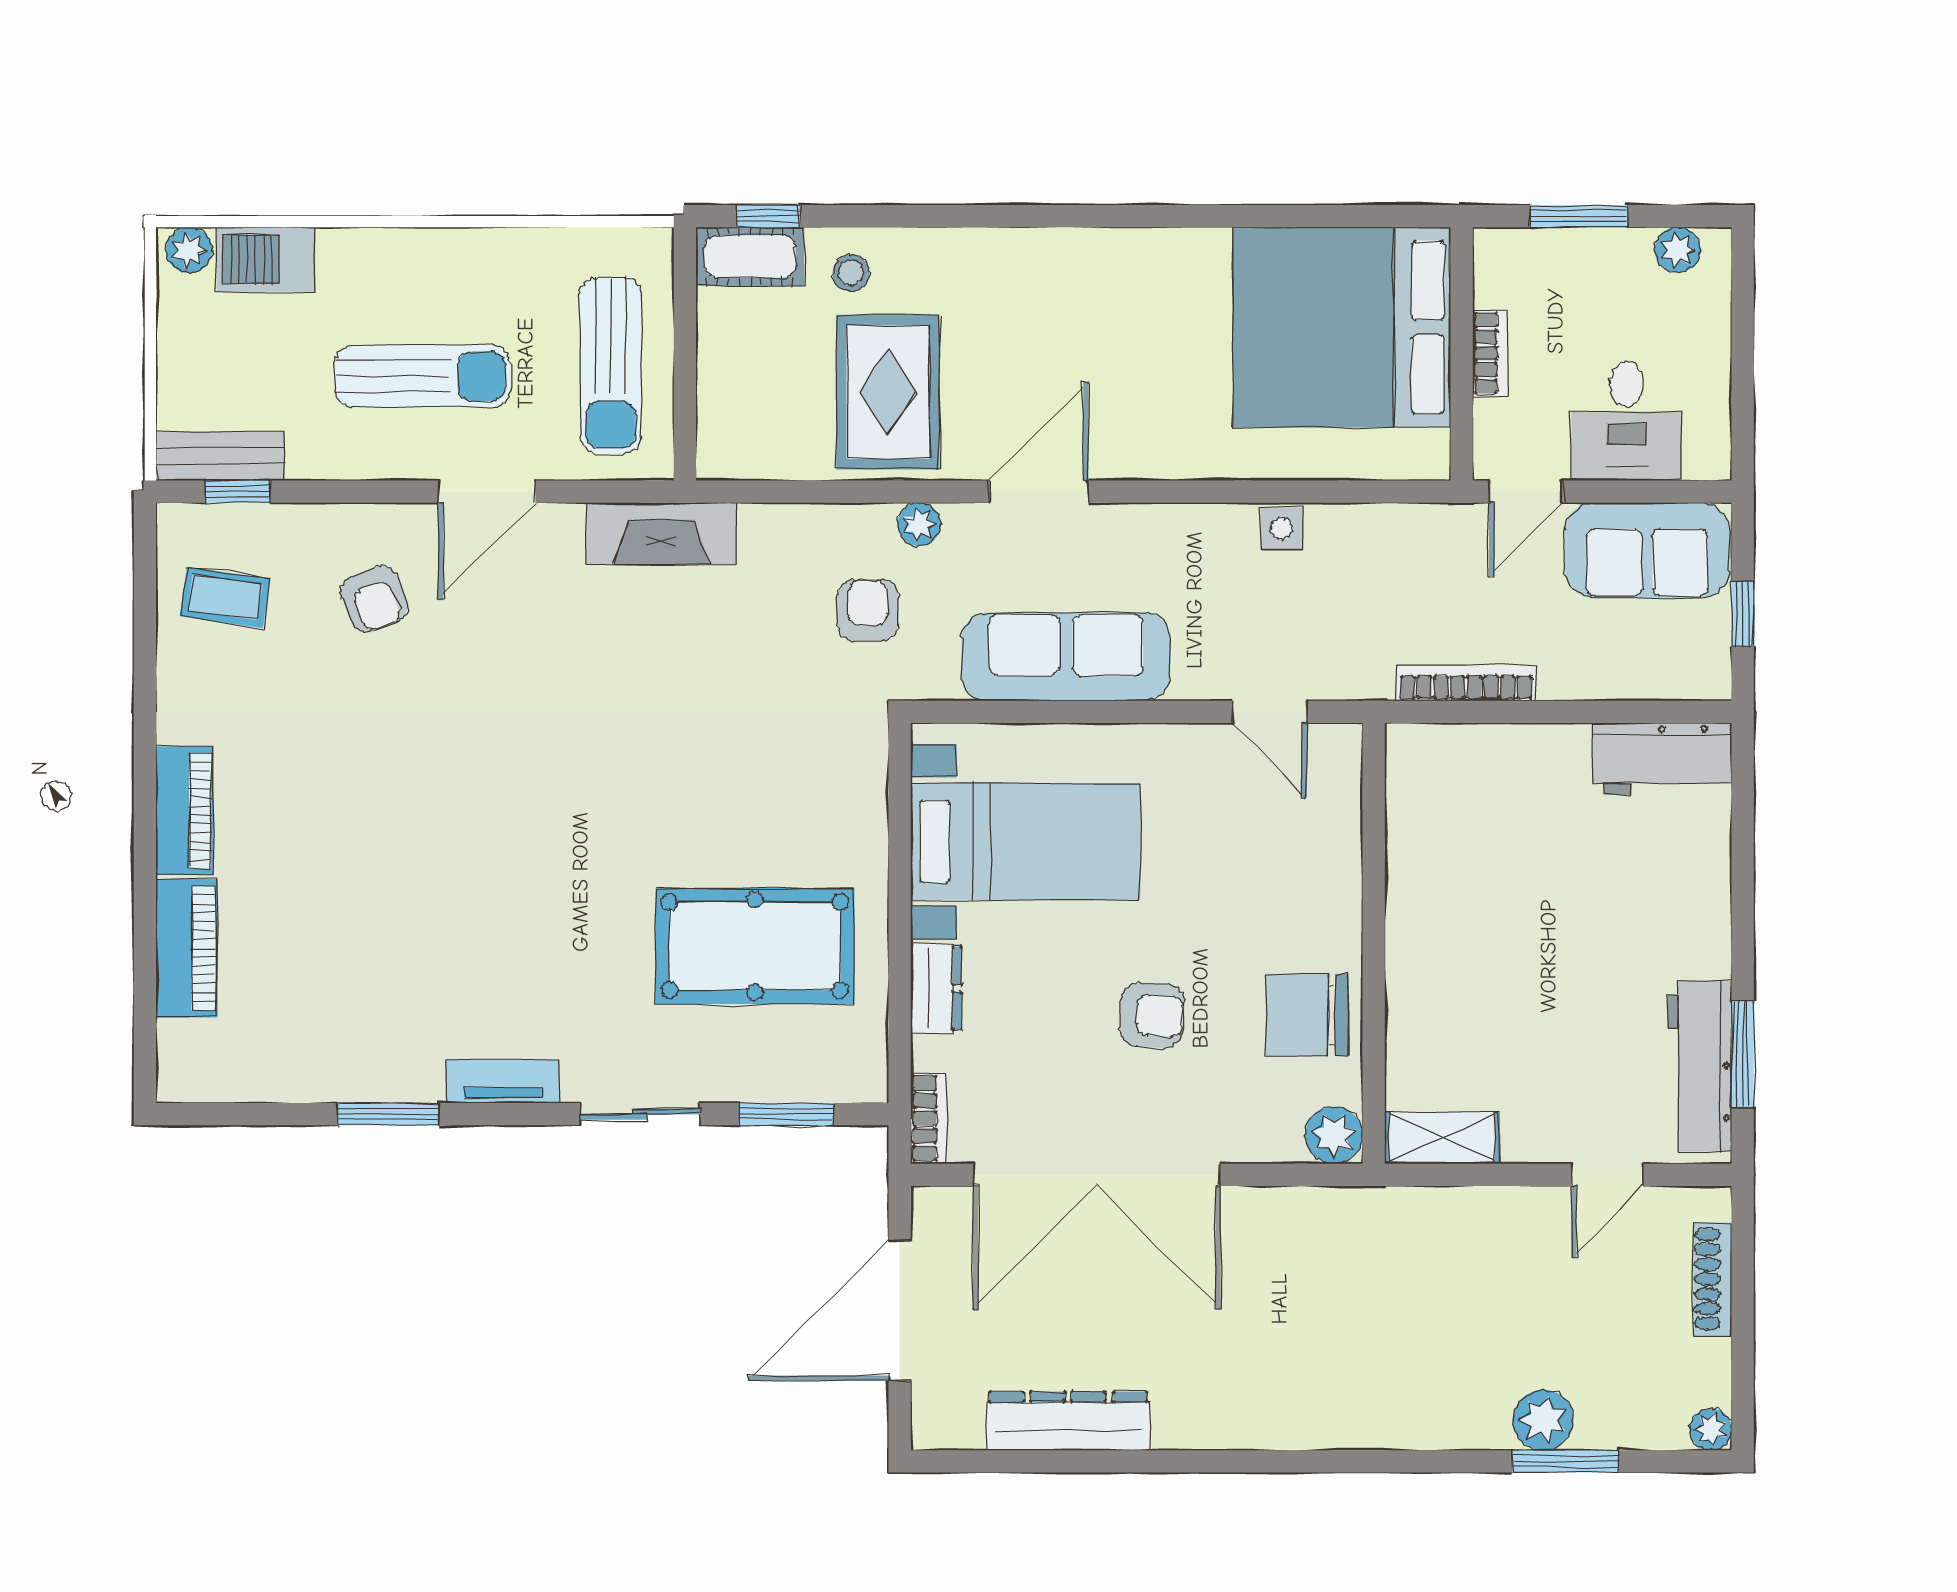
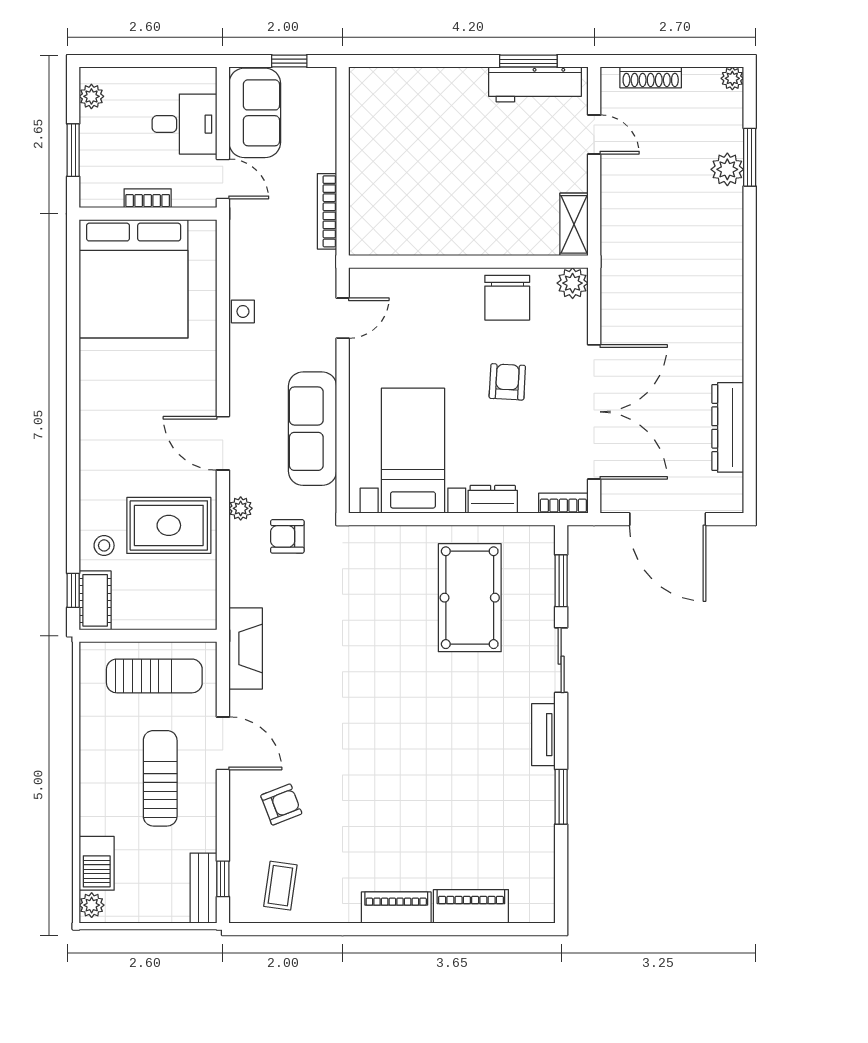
workbench: (1662, 759) -> (368, 105), removed

